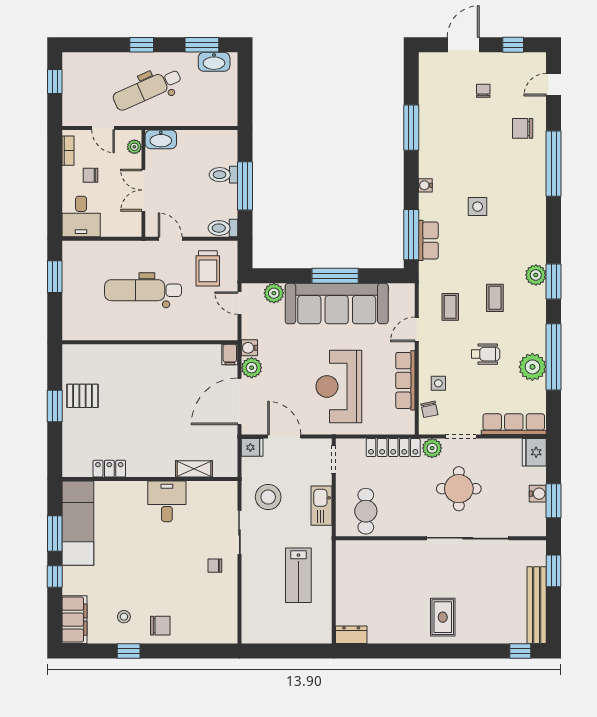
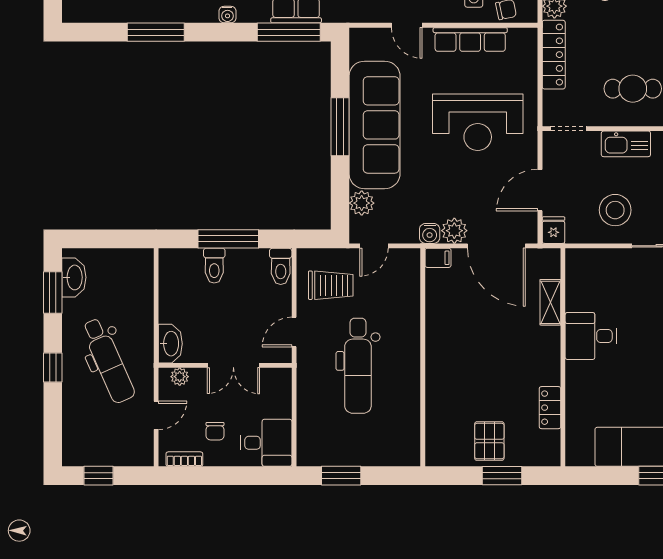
locker: (109, 469) -> (550, 408), moved
shelving: (194, 469) -> (550, 302), moved
wall: (150, 479) -> (563, 357), moved
desk: (167, 501) -> (591, 336), moved

